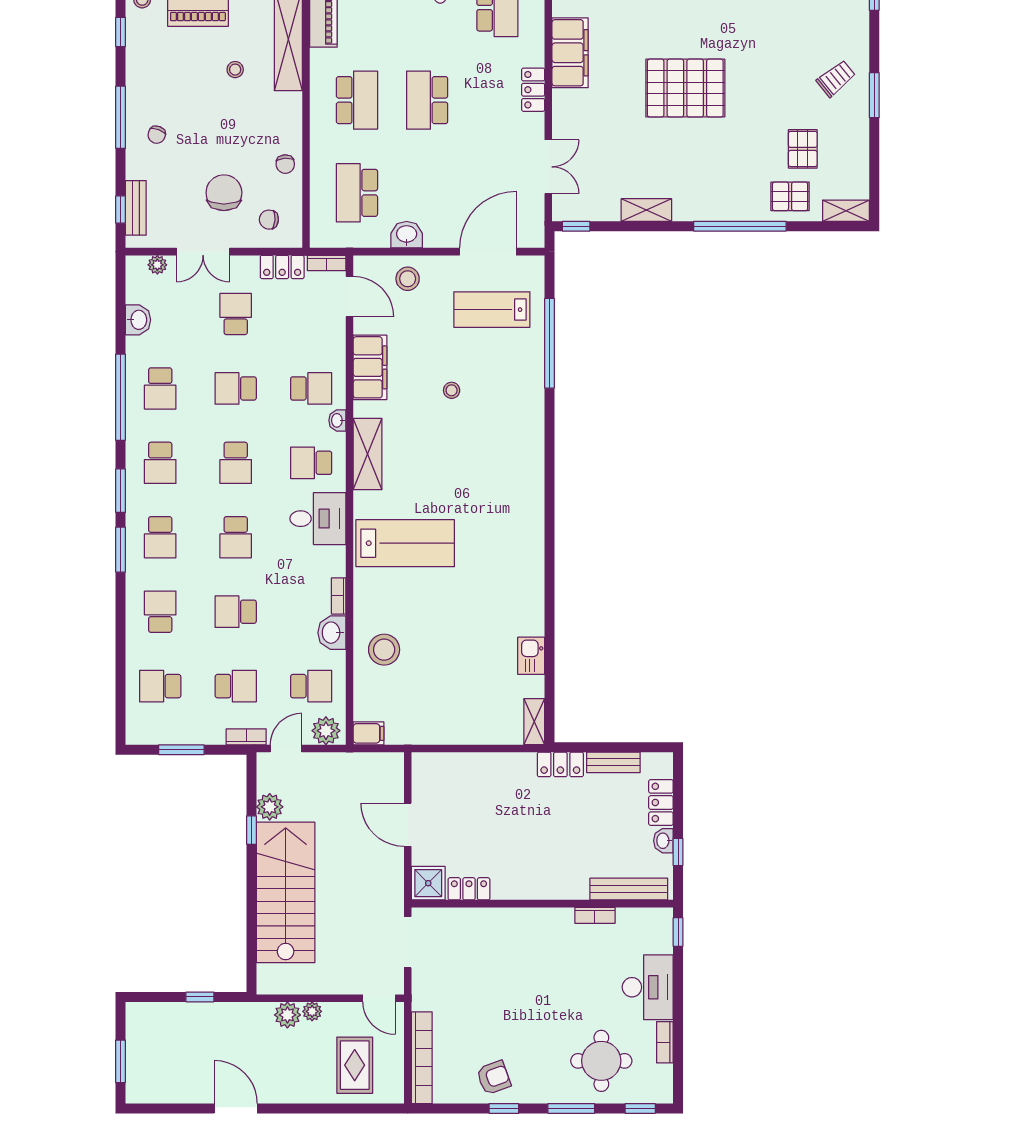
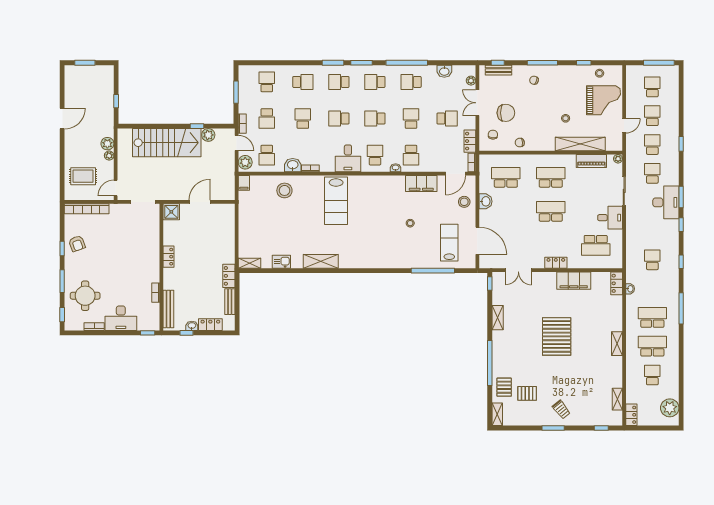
school desk: (357, 100) -> (551, 177), turned 180
shelving: (368, 454) -> (321, 261), moved
locker: (469, 889) -> (169, 257), moved

